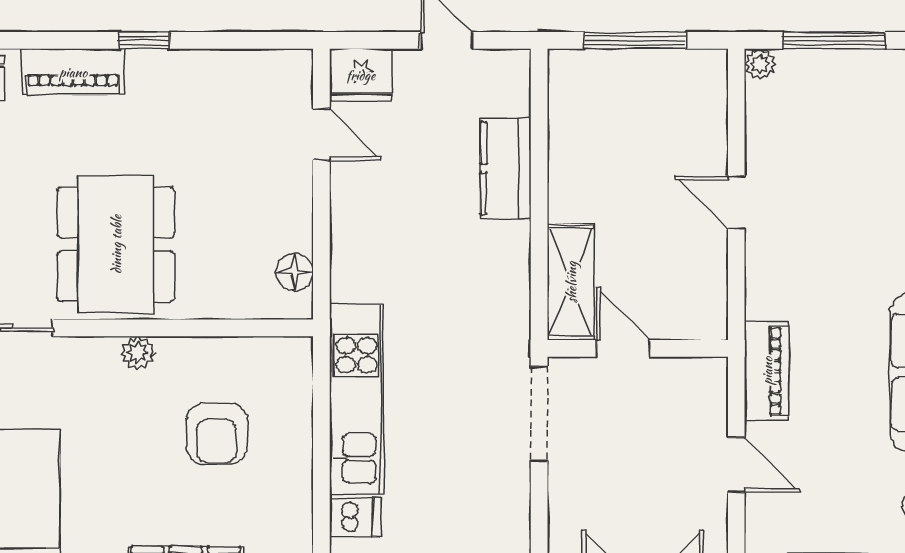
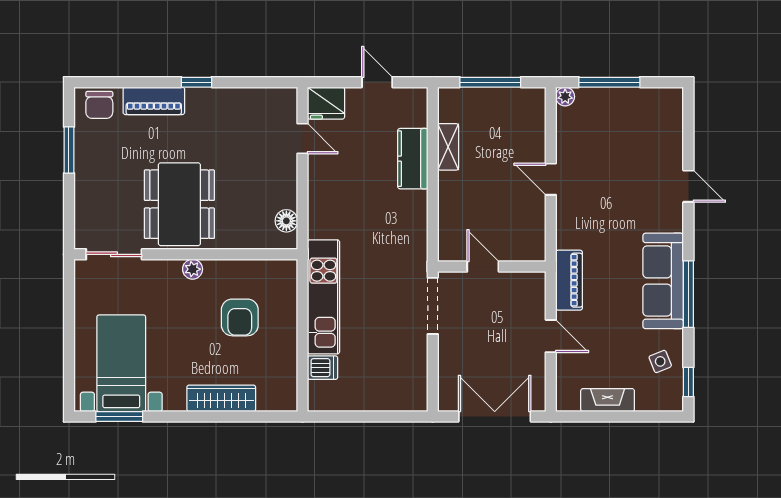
shelving: (571, 282) -> (448, 147), moved, width x0.67, depth x0.75

